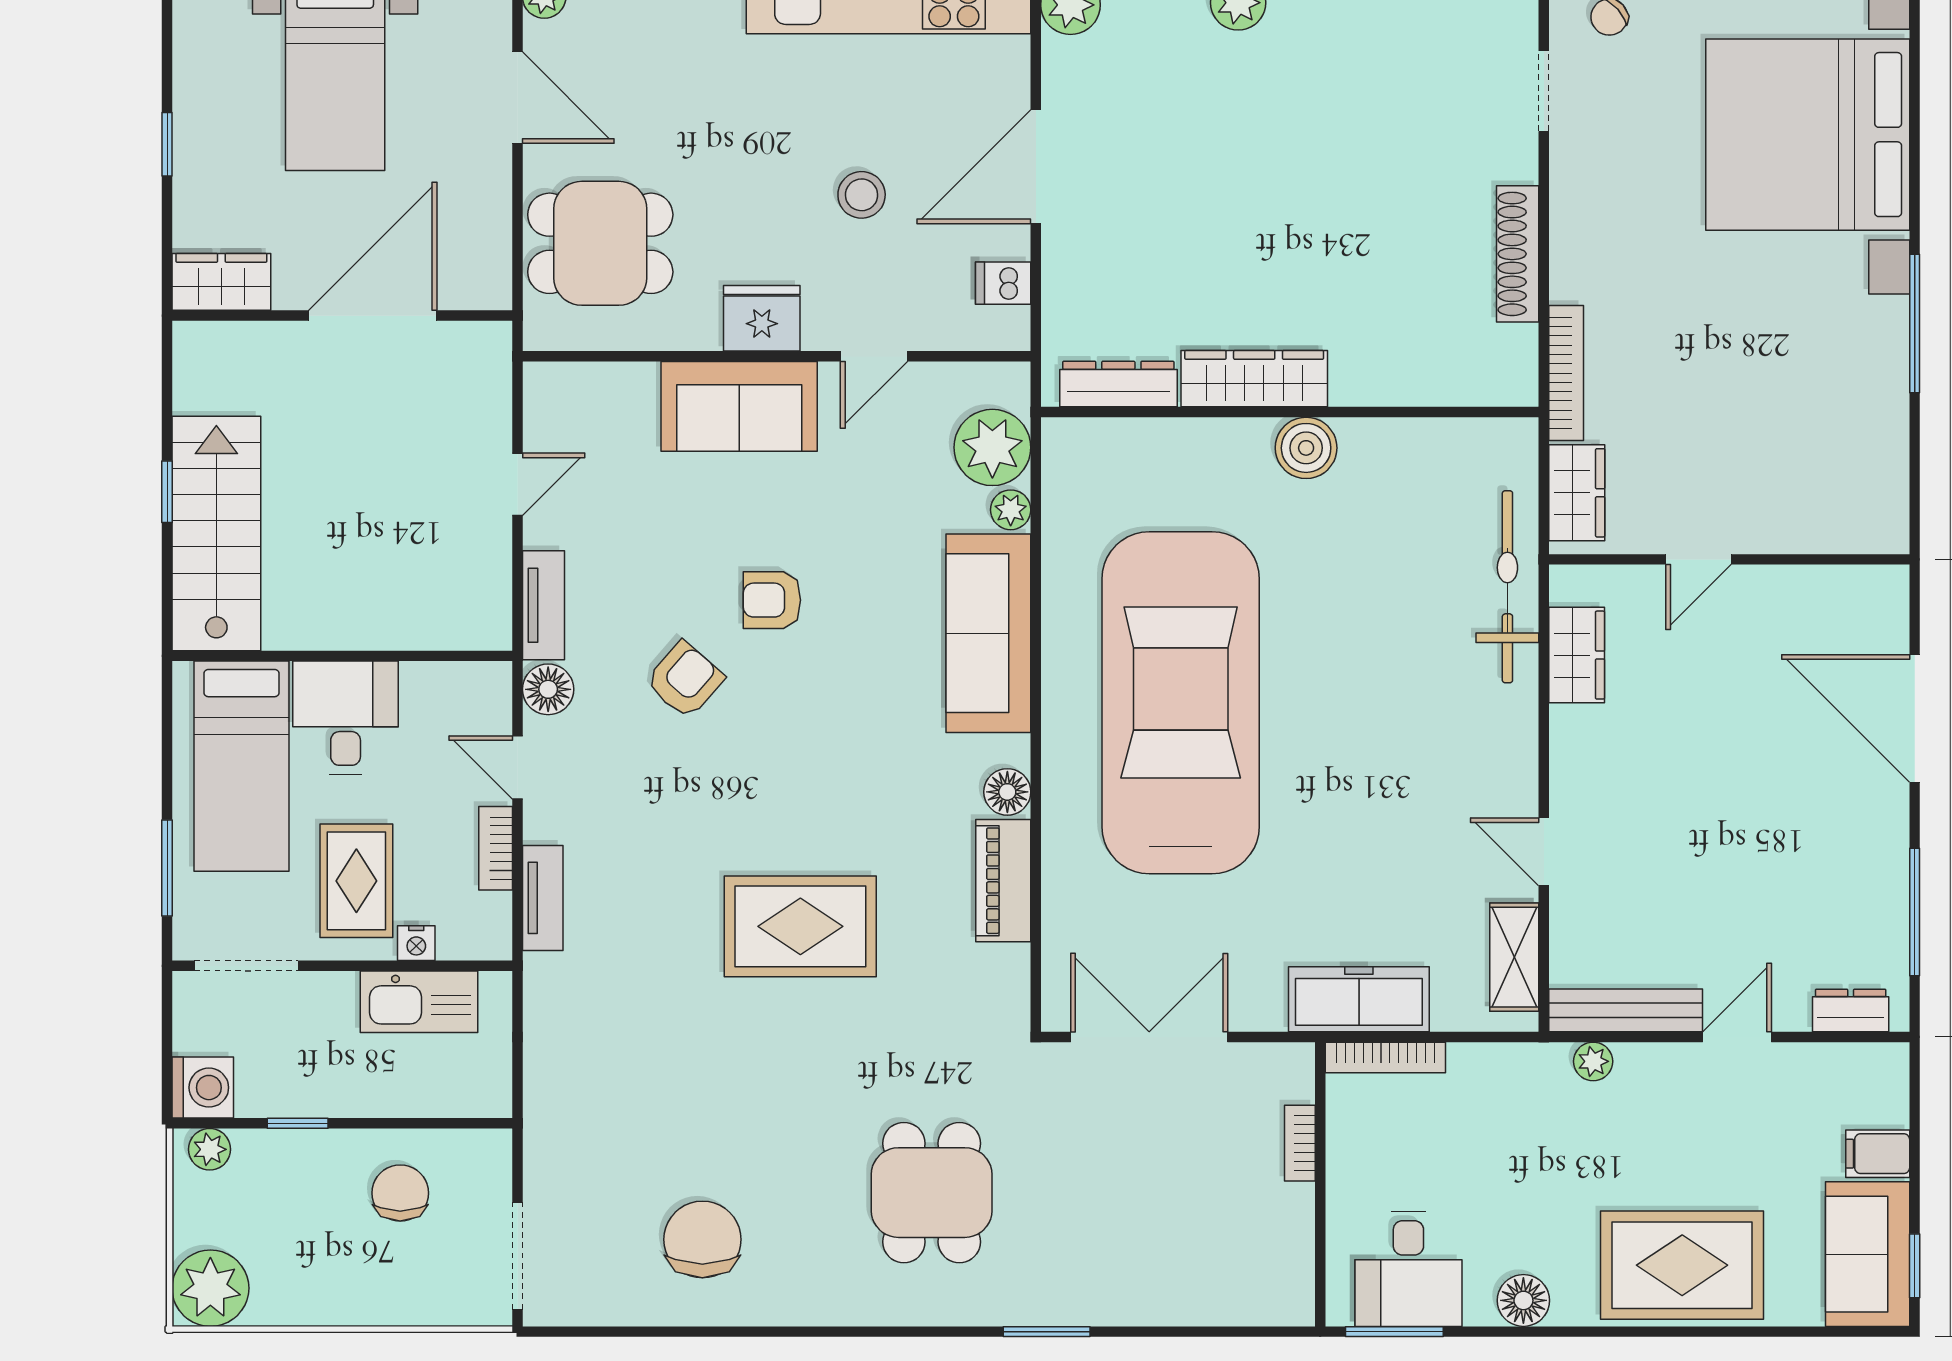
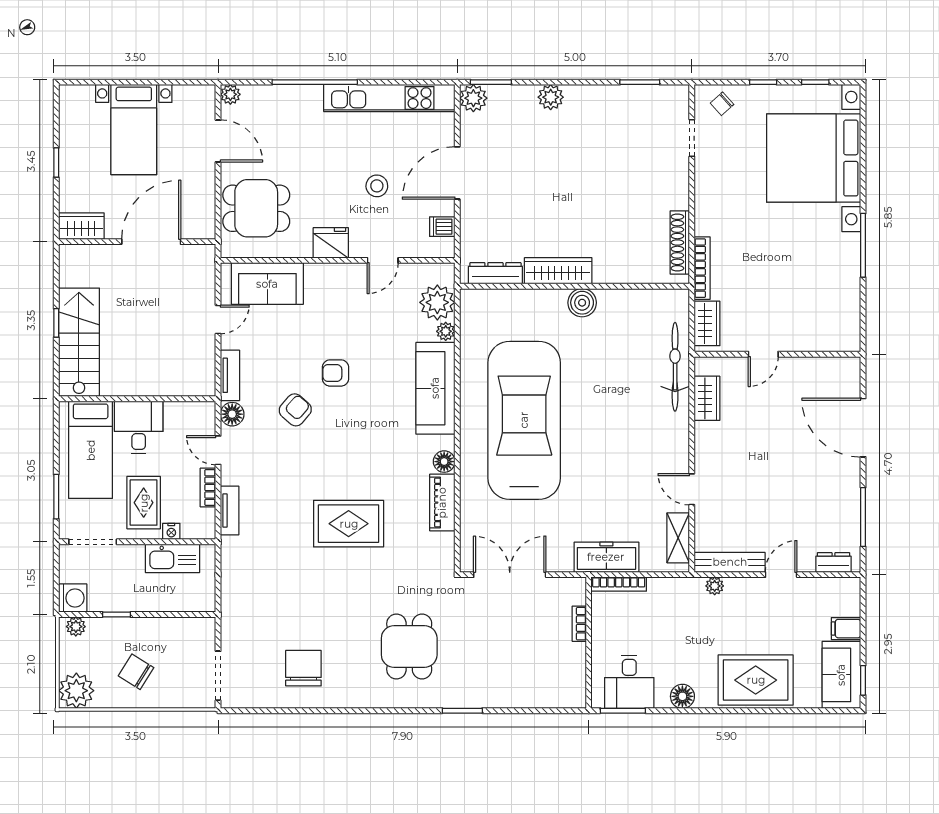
shoe rack: (1518, 254) -> (680, 243), moved
sofa: (739, 406) -> (267, 284), moved
chair: (400, 1193) -> (136, 672), moved, turned -58

